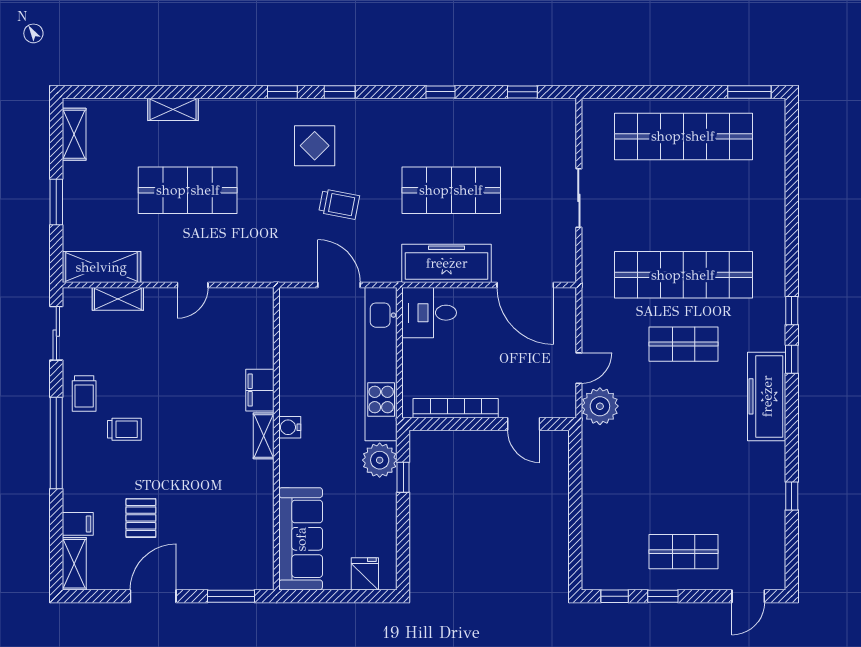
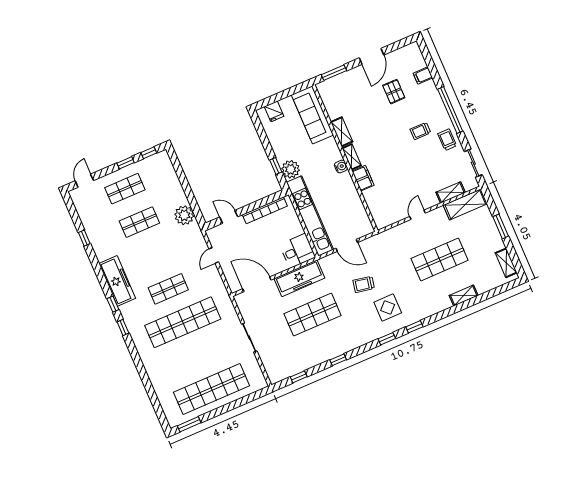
plant: (600, 406) -> (184, 215), moved
shop shelf: (683, 482) -> (139, 222), added
shelving: (74, 564) -> (342, 132), moved

